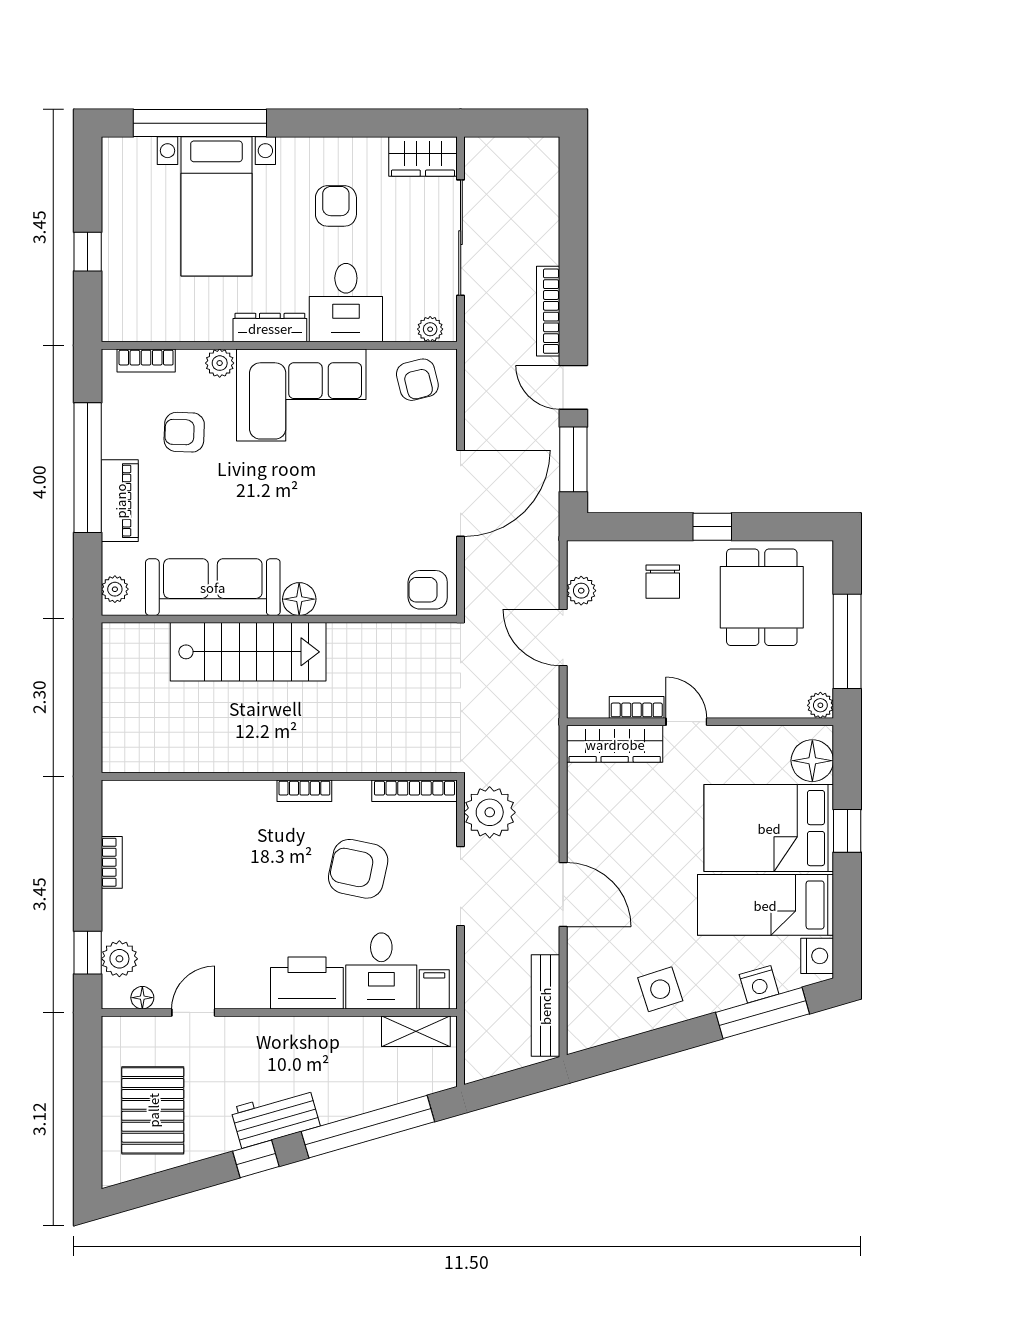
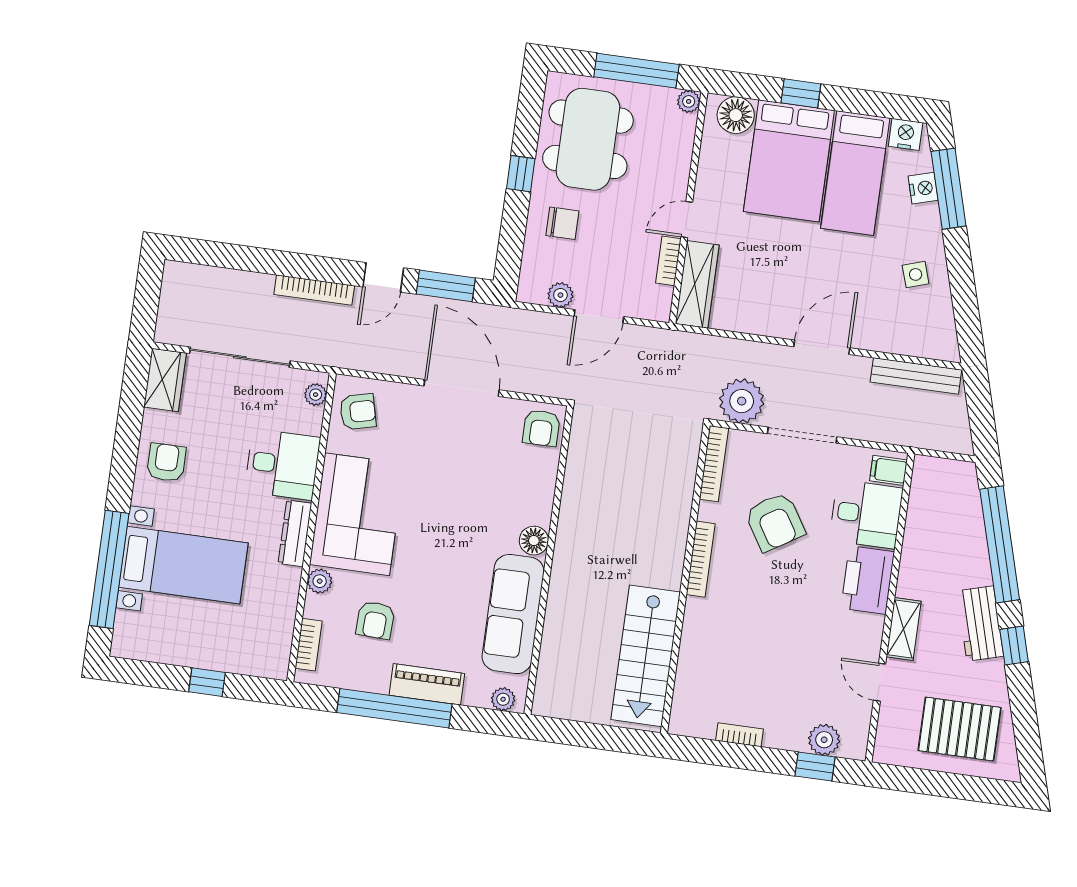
armchair: (336, 206) -> (166, 462), moved, turned 90
dining table: (762, 597) -> (588, 139), width x1.37
stairs: (248, 652) -> (646, 656), moved, turned 180
bookcase: (304, 791) -> (701, 559), width x1.56
armchair: (358, 869) -> (775, 522), turned -44
side table: (660, 989) -> (916, 274), width x0.73, depth x0.73
floor lamp: (142, 998) -> (861, 725), removed
shelving: (416, 1031) -> (904, 629), moved

